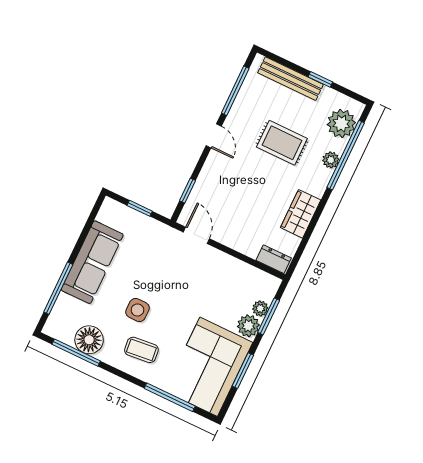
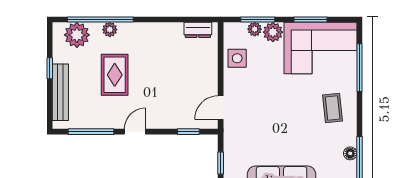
wardrobe: (301, 214) -> (164, 33), removed
dresser: (274, 259) -> (198, 30), moved, turned -90
side table: (137, 310) -> (237, 58), moved
floor lamp: (89, 340) -> (350, 153), width x0.53, depth x0.53

